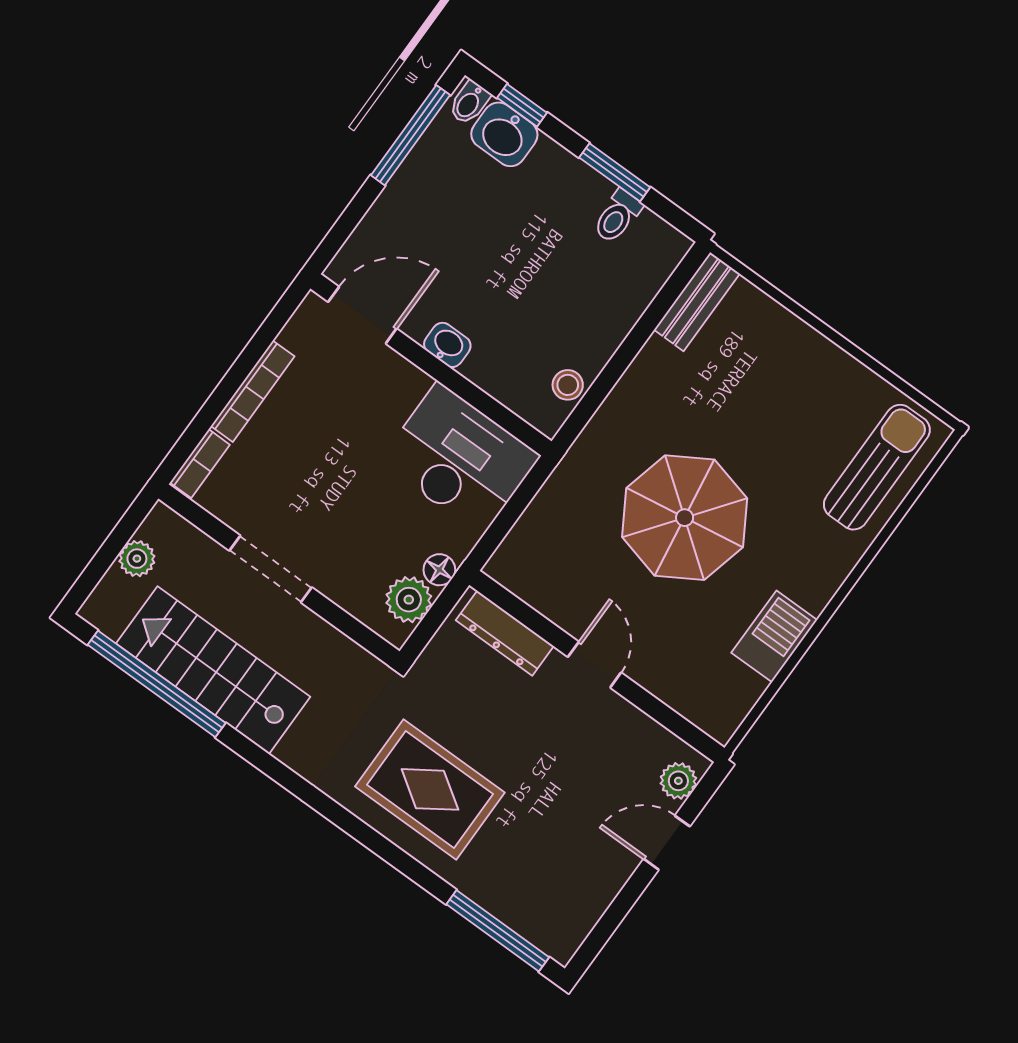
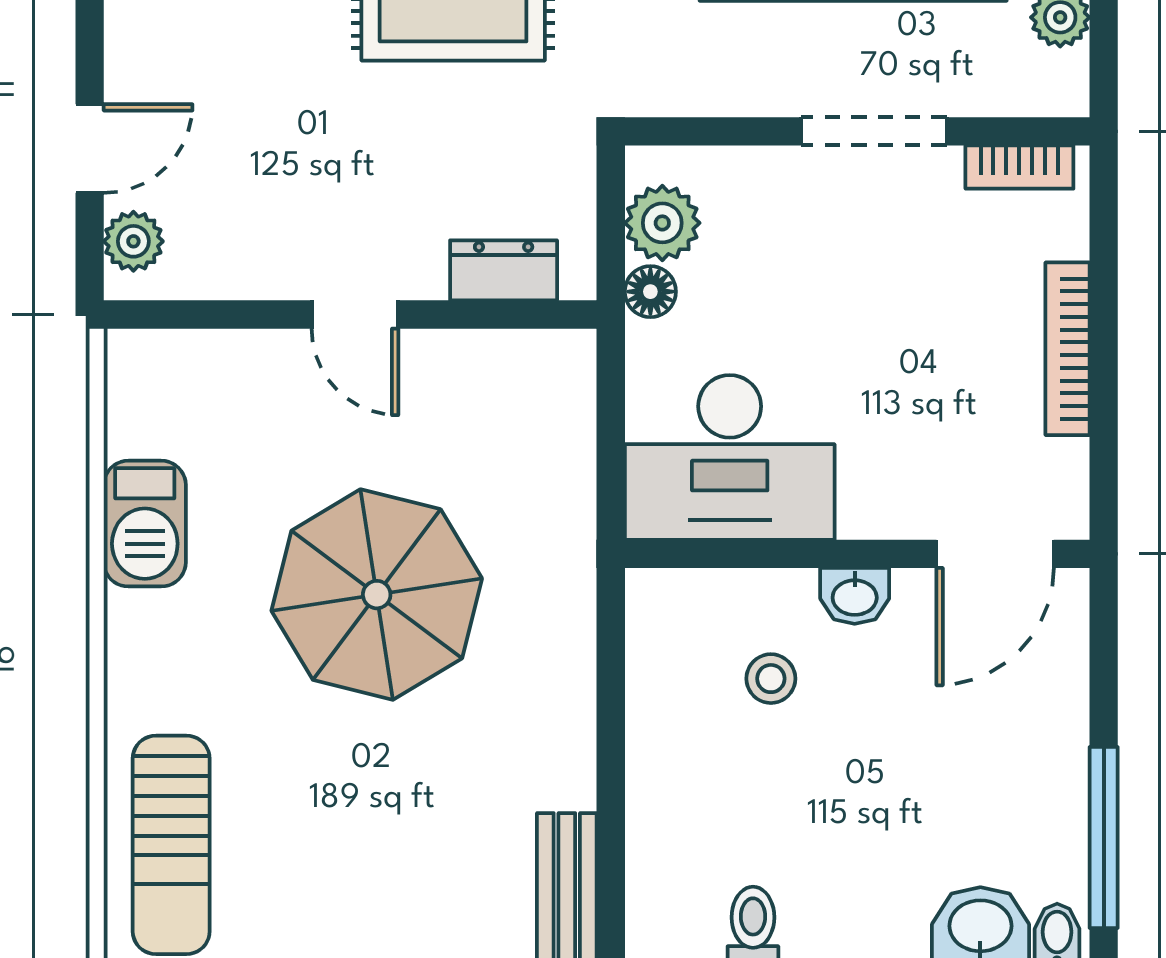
stool: (568, 385) -> (771, 679), moved
bookcase: (200, 464) -> (1019, 167), moved, turned -90
dresser: (505, 633) -> (504, 270), width x0.70

